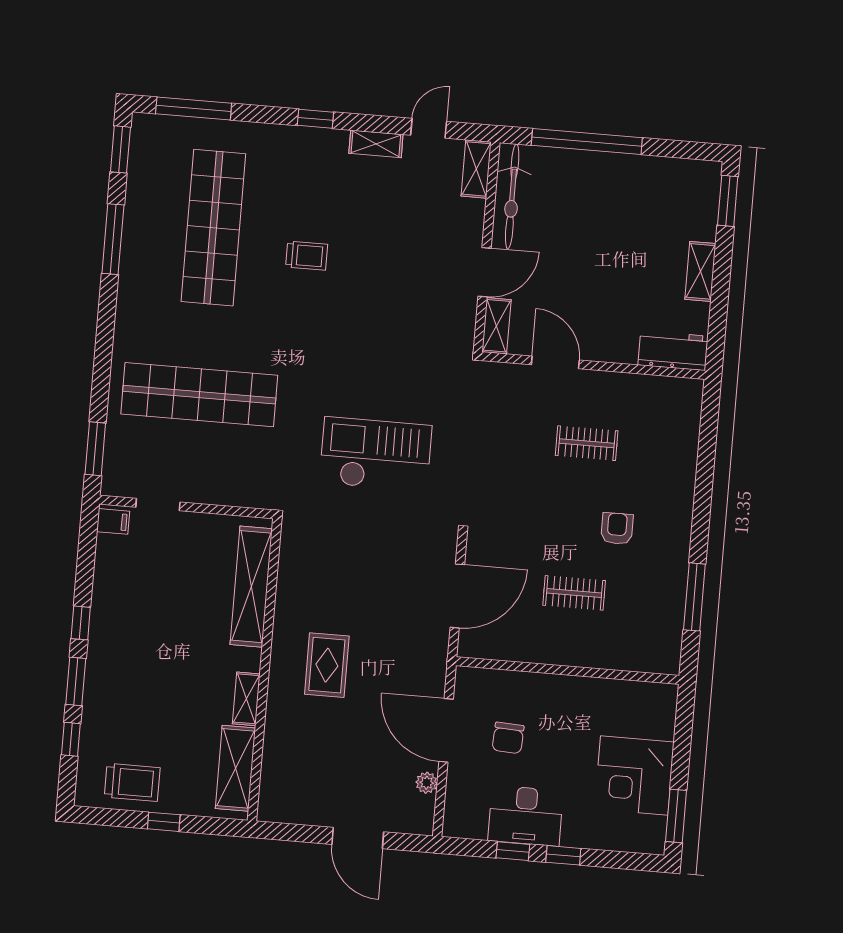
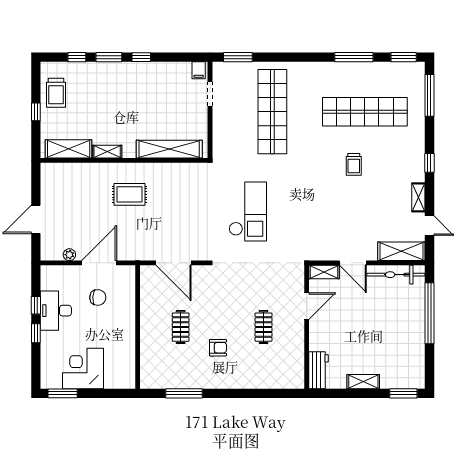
shelving: (476, 169) -> (401, 251), width x1.50, depth x1.33
chair: (508, 738) -> (98, 297), turned 180

